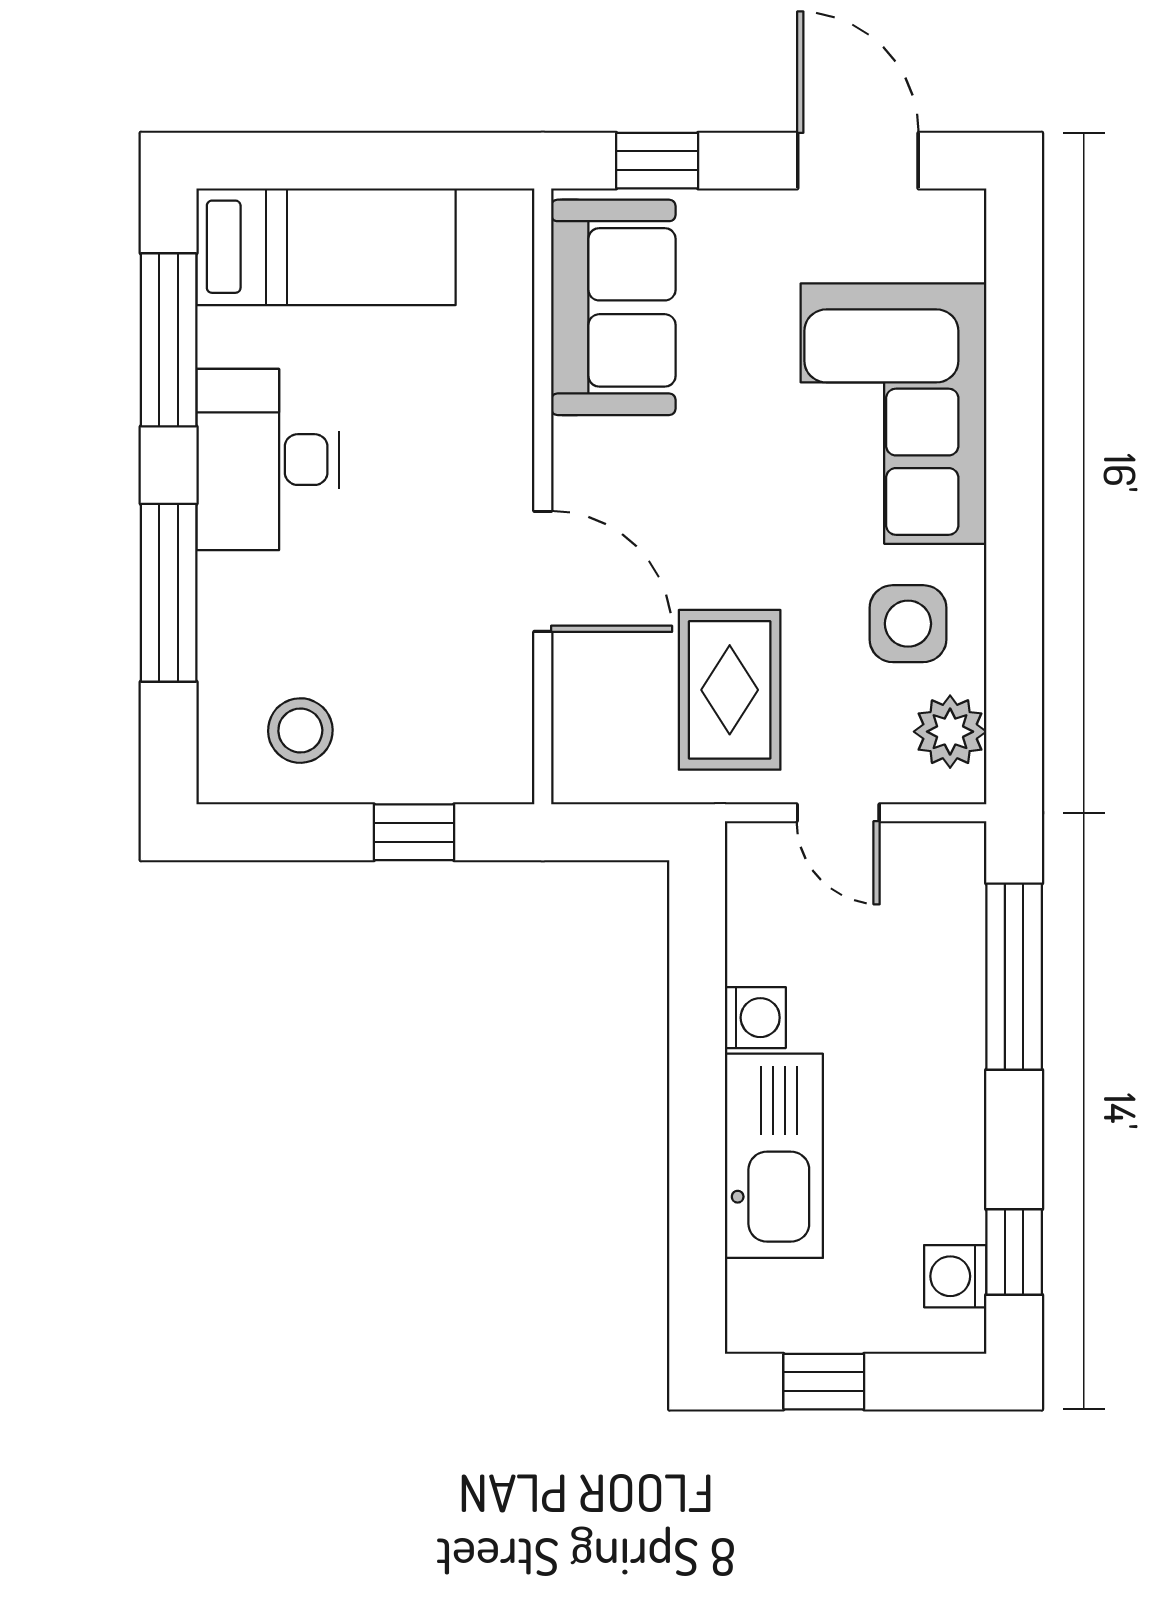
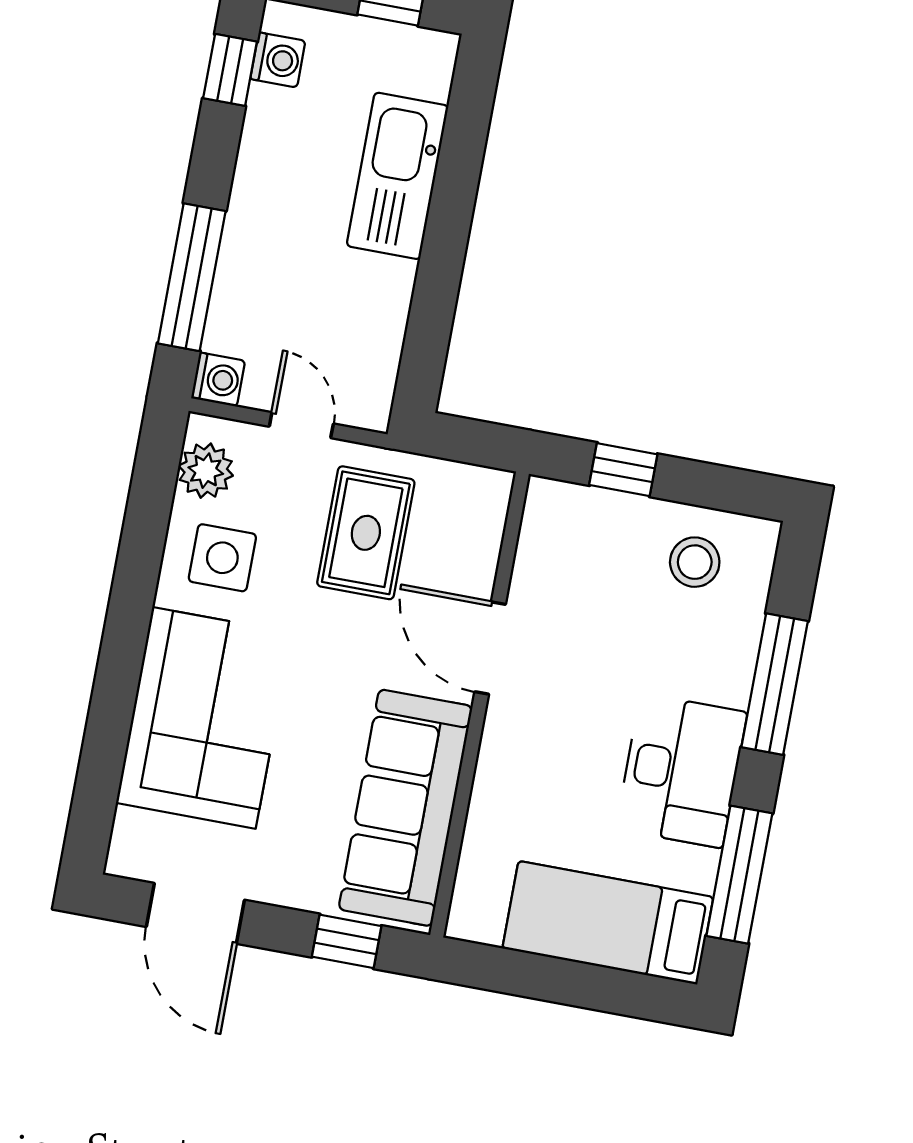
sofa: (613, 307) -> (405, 808), width x1.36
washing machine: (755, 1018) -> (218, 379), moved, turned 180

